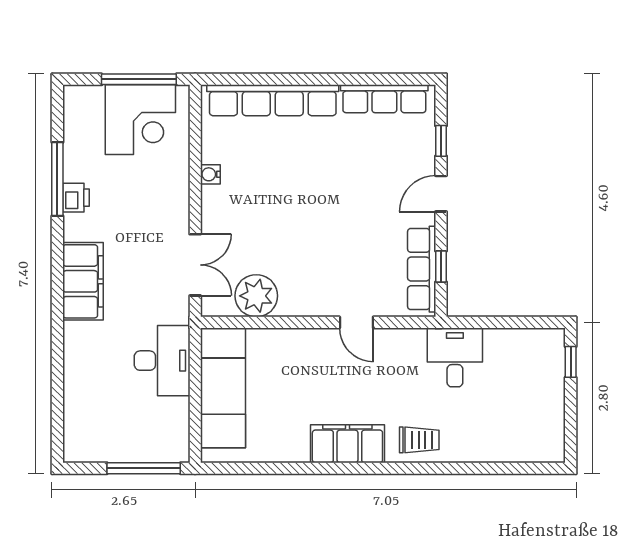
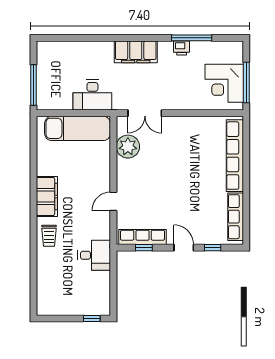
water cooler: (210, 174) -> (194, 121), removed

